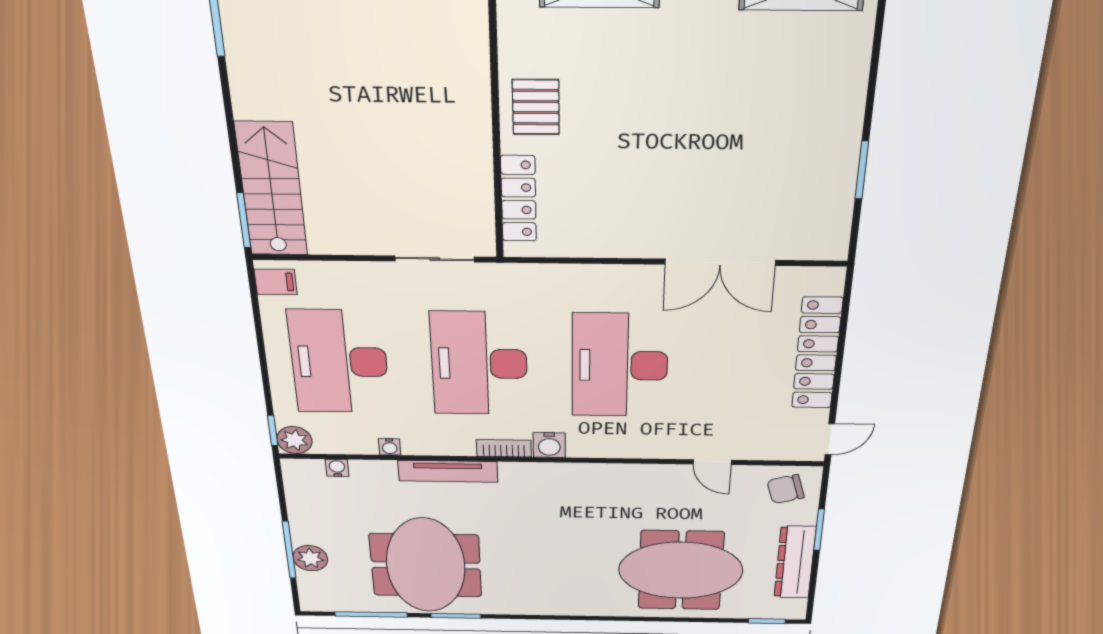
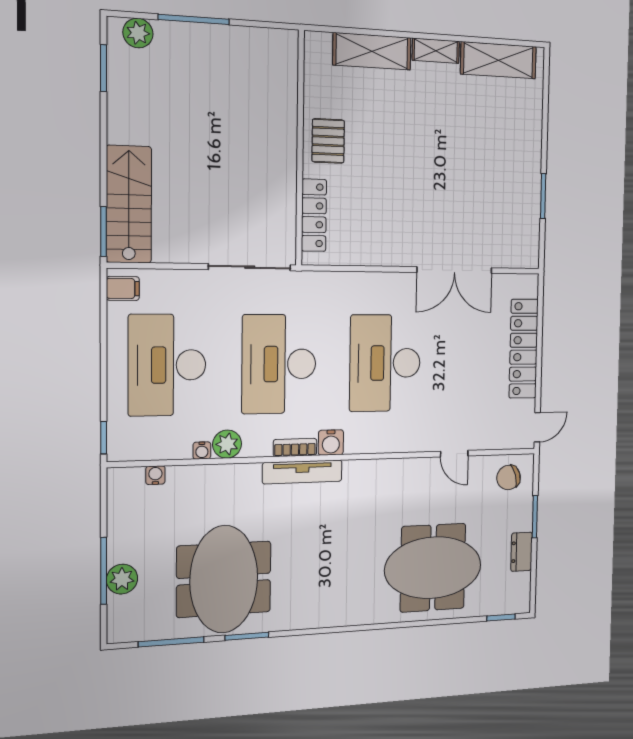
sliding door: (435, 259) -> (250, 267), width x1.37
plant: (294, 440) -> (227, 444), moved
tv unit: (448, 471) -> (302, 472), moved
dresser: (795, 562) -> (522, 552), width x0.51, depth x0.80

